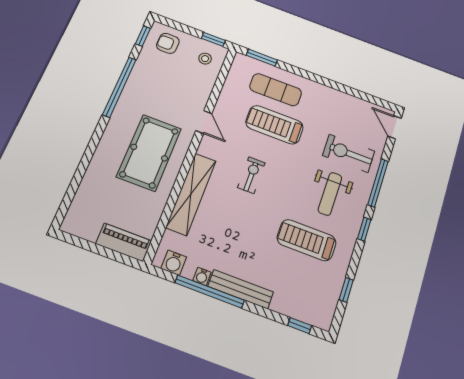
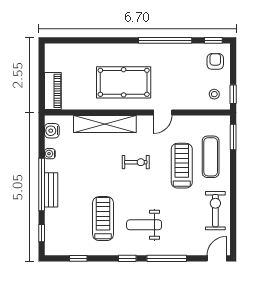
exercise bike: (349, 153) -> (215, 211), moved
bench: (241, 289) -> (51, 190), width x0.73
window: (210, 292) -> (42, 184), moved

